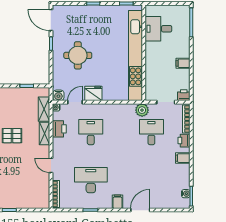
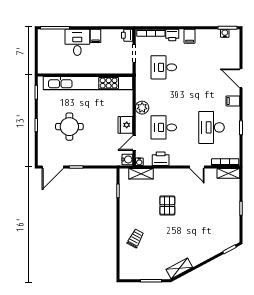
desk: (158, 29) -> (77, 42), moved, turned 180
round table: (78, 55) -> (69, 127), moved
door: (75, 102) -> (134, 143), hinge flipped
plant: (142, 110) -> (142, 108), moved
shelving: (44, 134) -> (228, 173), moved
door: (51, 165) -> (197, 167), hinge flipped

